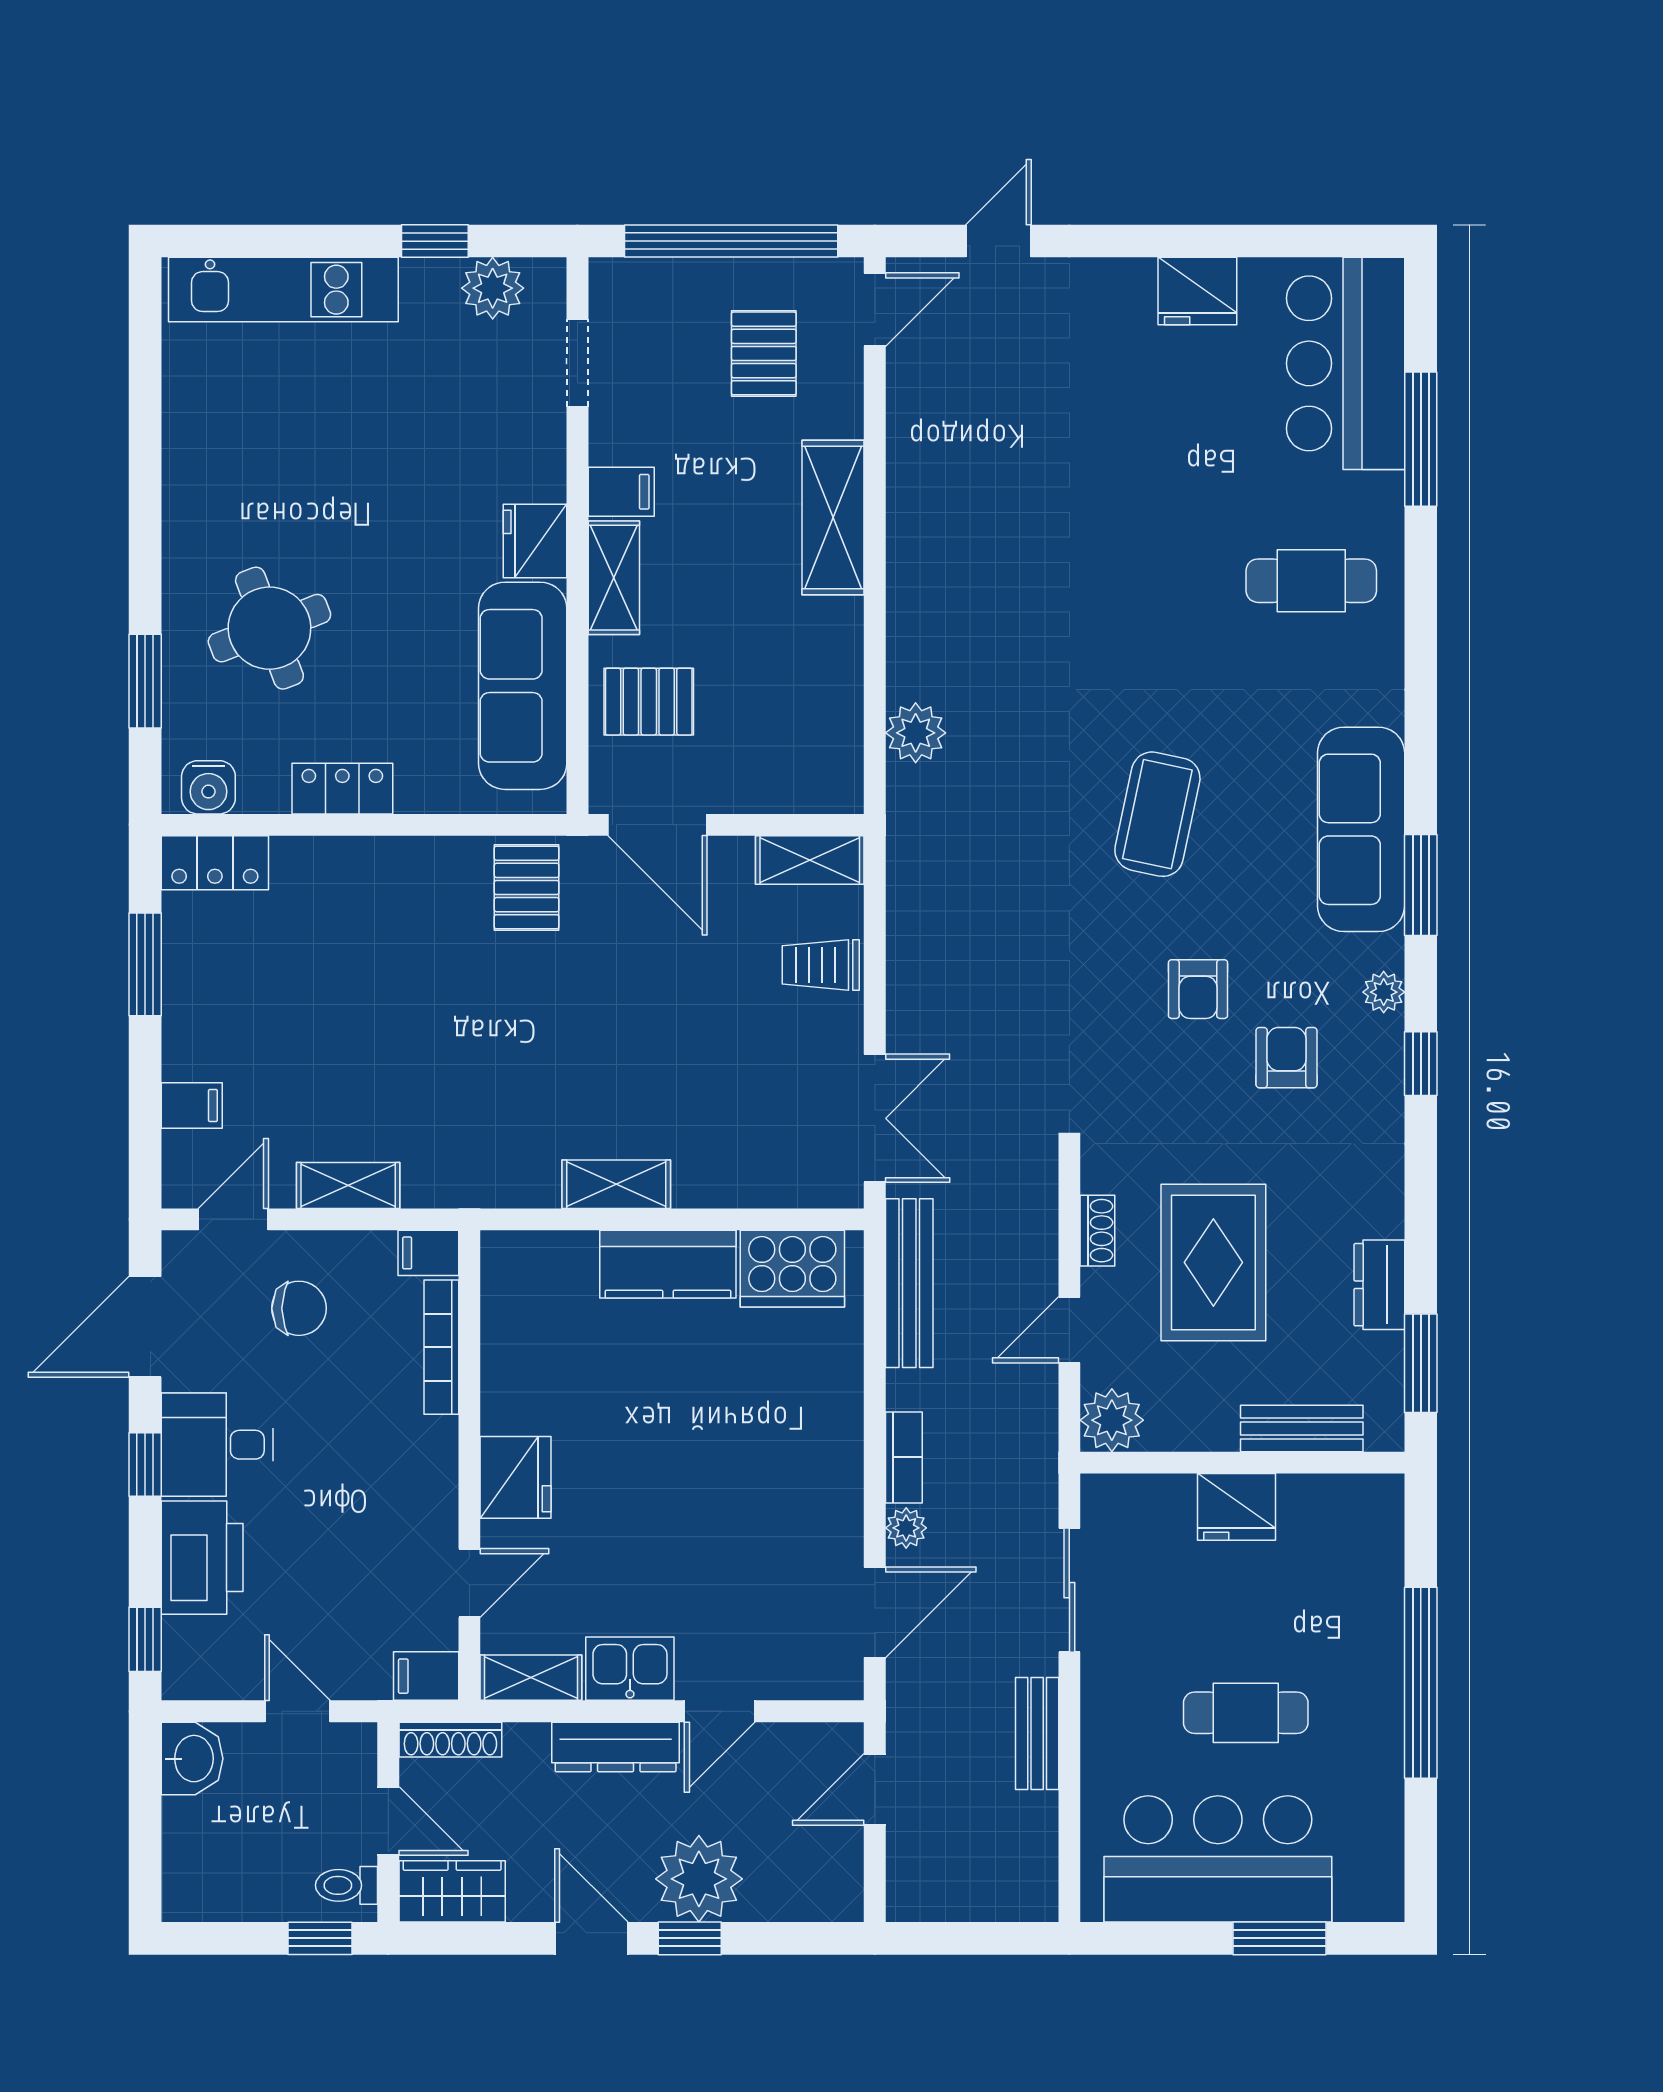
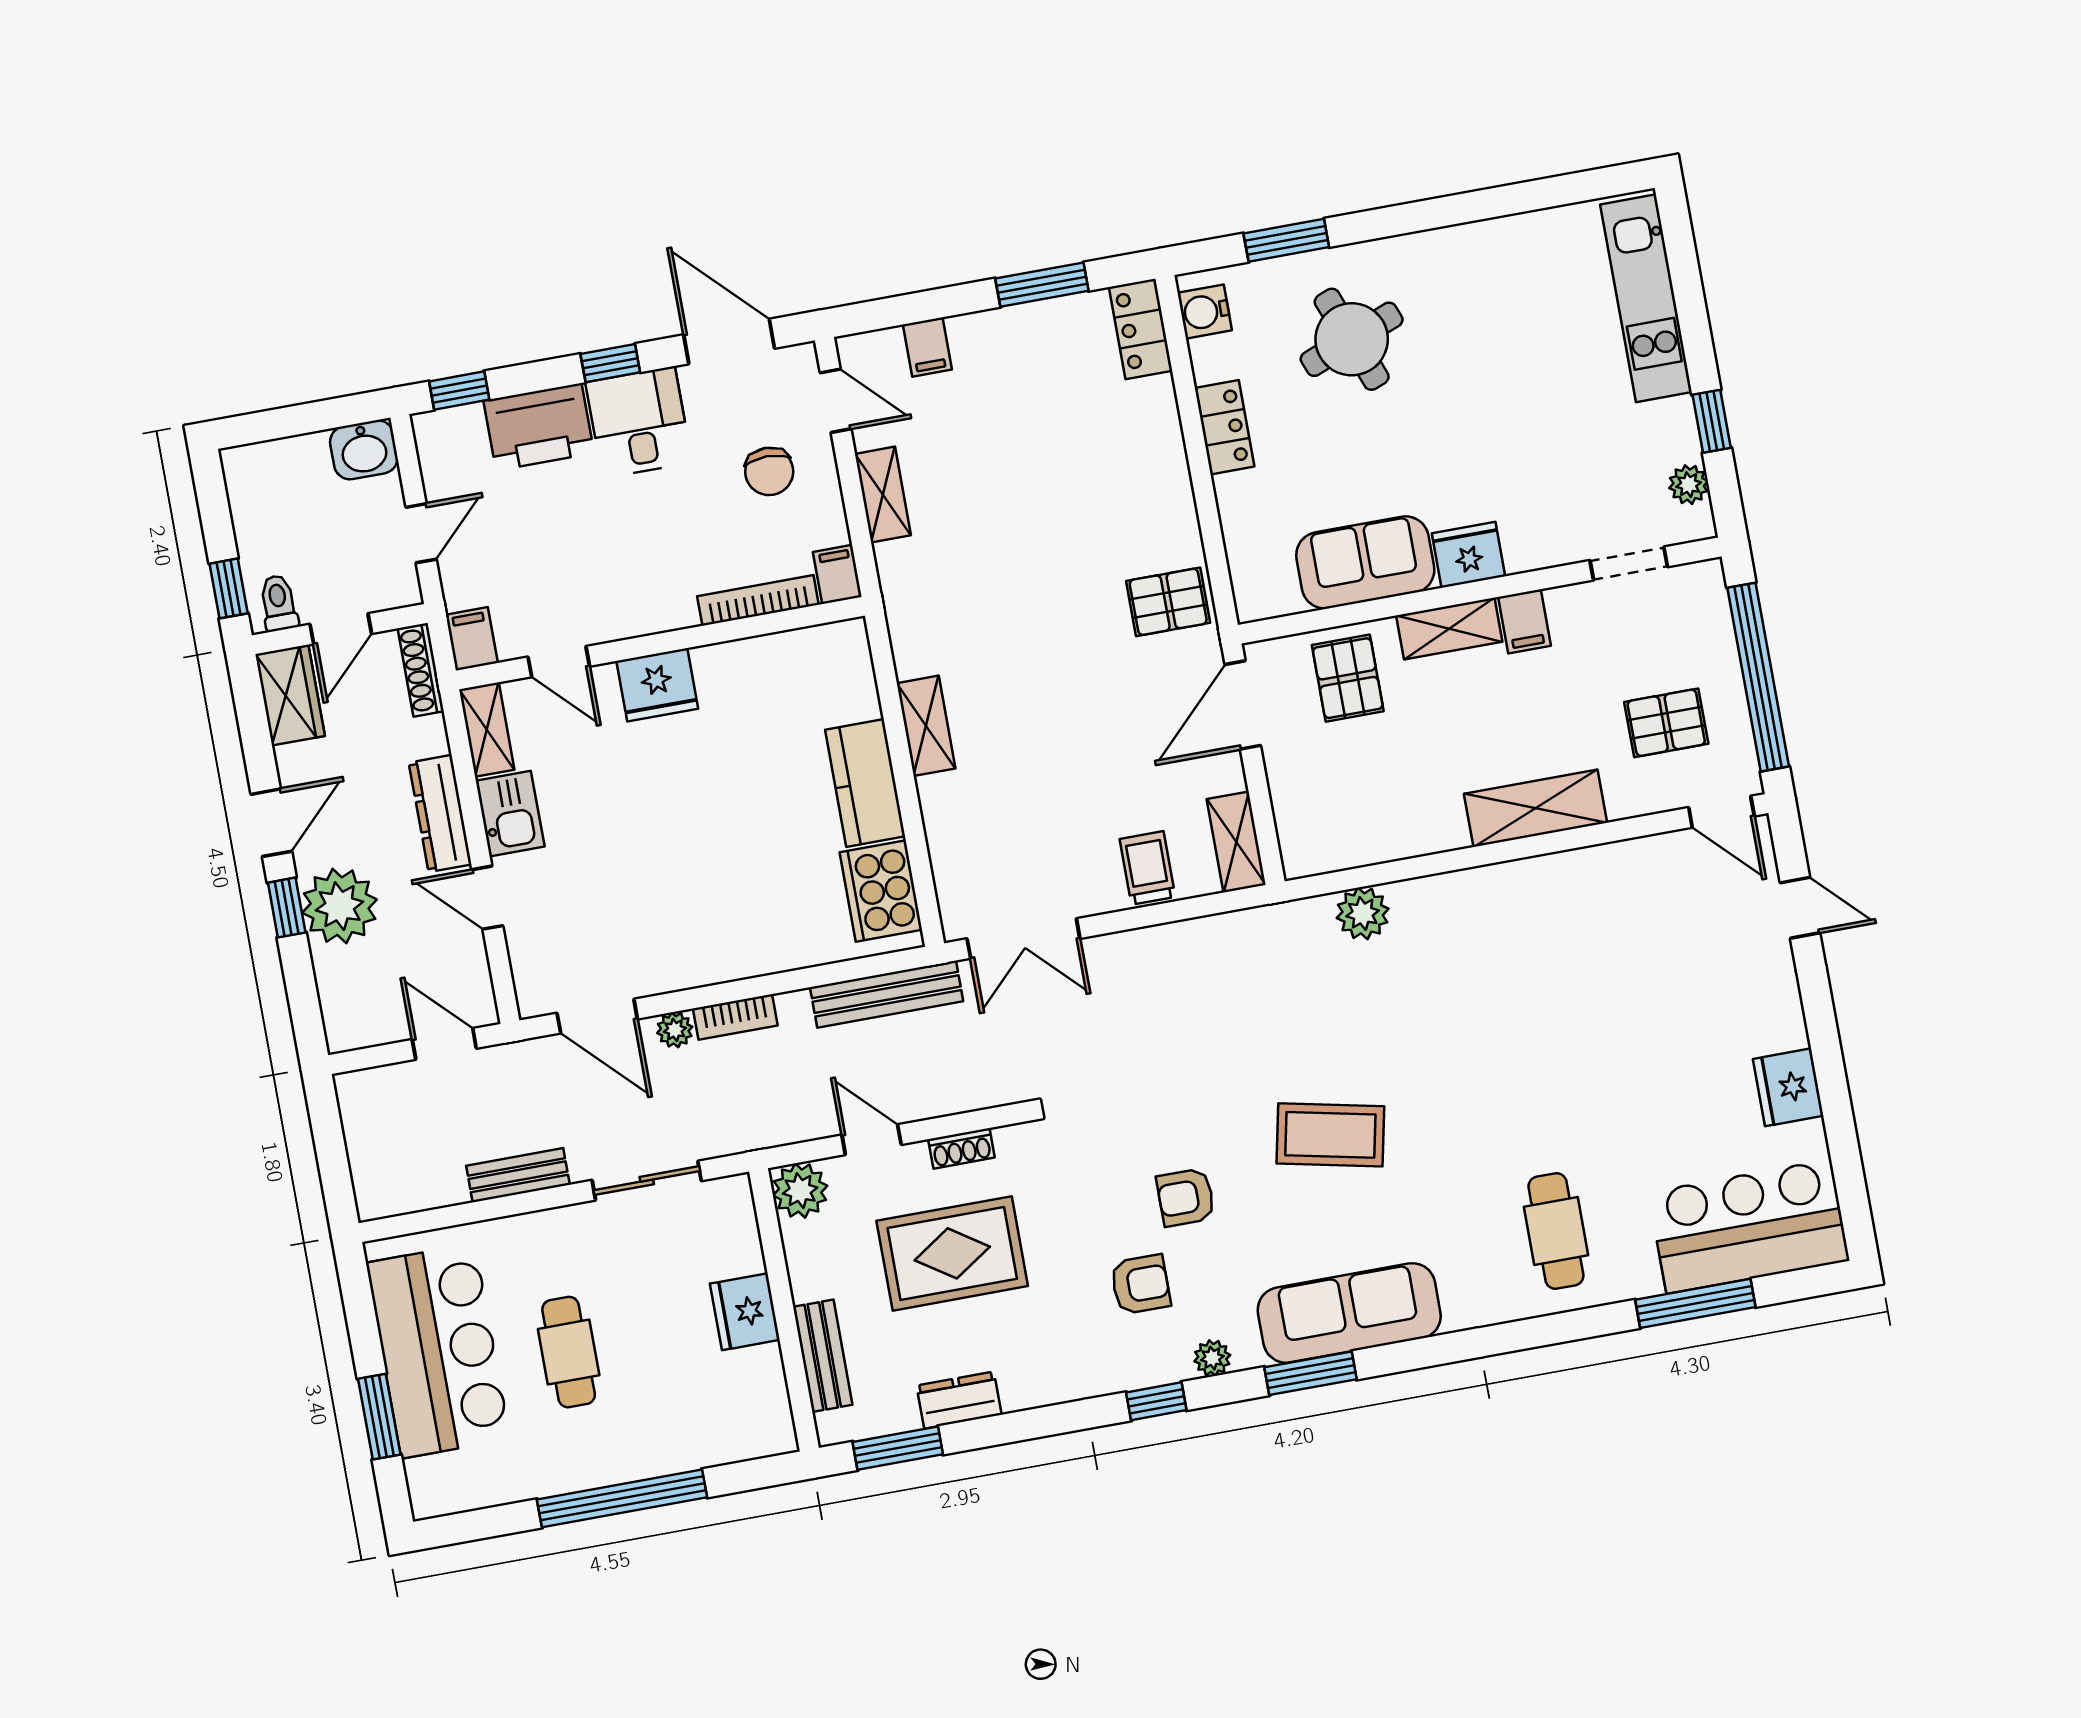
plant: (493, 288) -> (1689, 485), width x0.73, depth x0.73
sofa: (523, 686) -> (1365, 562), width x0.73

